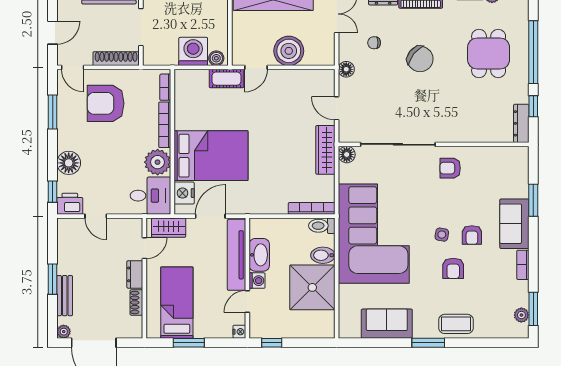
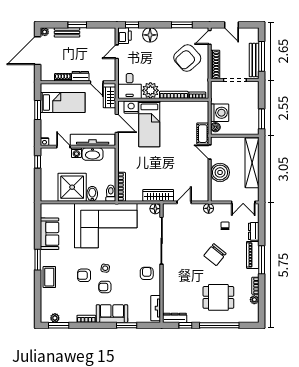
armchair: (106, 103) -> (187, 58), turned -131
tv unit: (506, 154) -> (156, 308), added
bed: (211, 156) -> (149, 124), width x0.67

